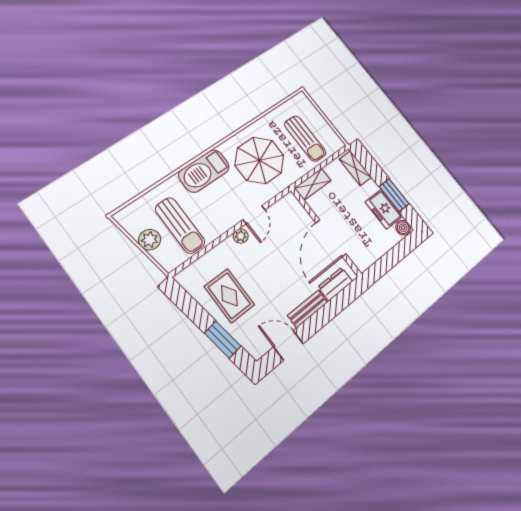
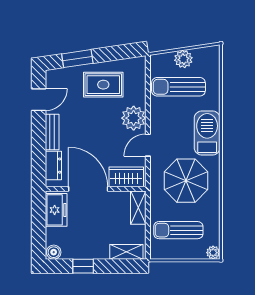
plant: (301, 99) -> (213, 253), added
window: (394, 195) -> (83, 266), width x0.67
freezer: (384, 209) -> (56, 210), moved, turned 90
wardrobe: (296, 213) -> (126, 177), added
door: (254, 215) -> (148, 145), hinge flipped
plant: (241, 236) -> (134, 118), width x1.87, depth x1.87

